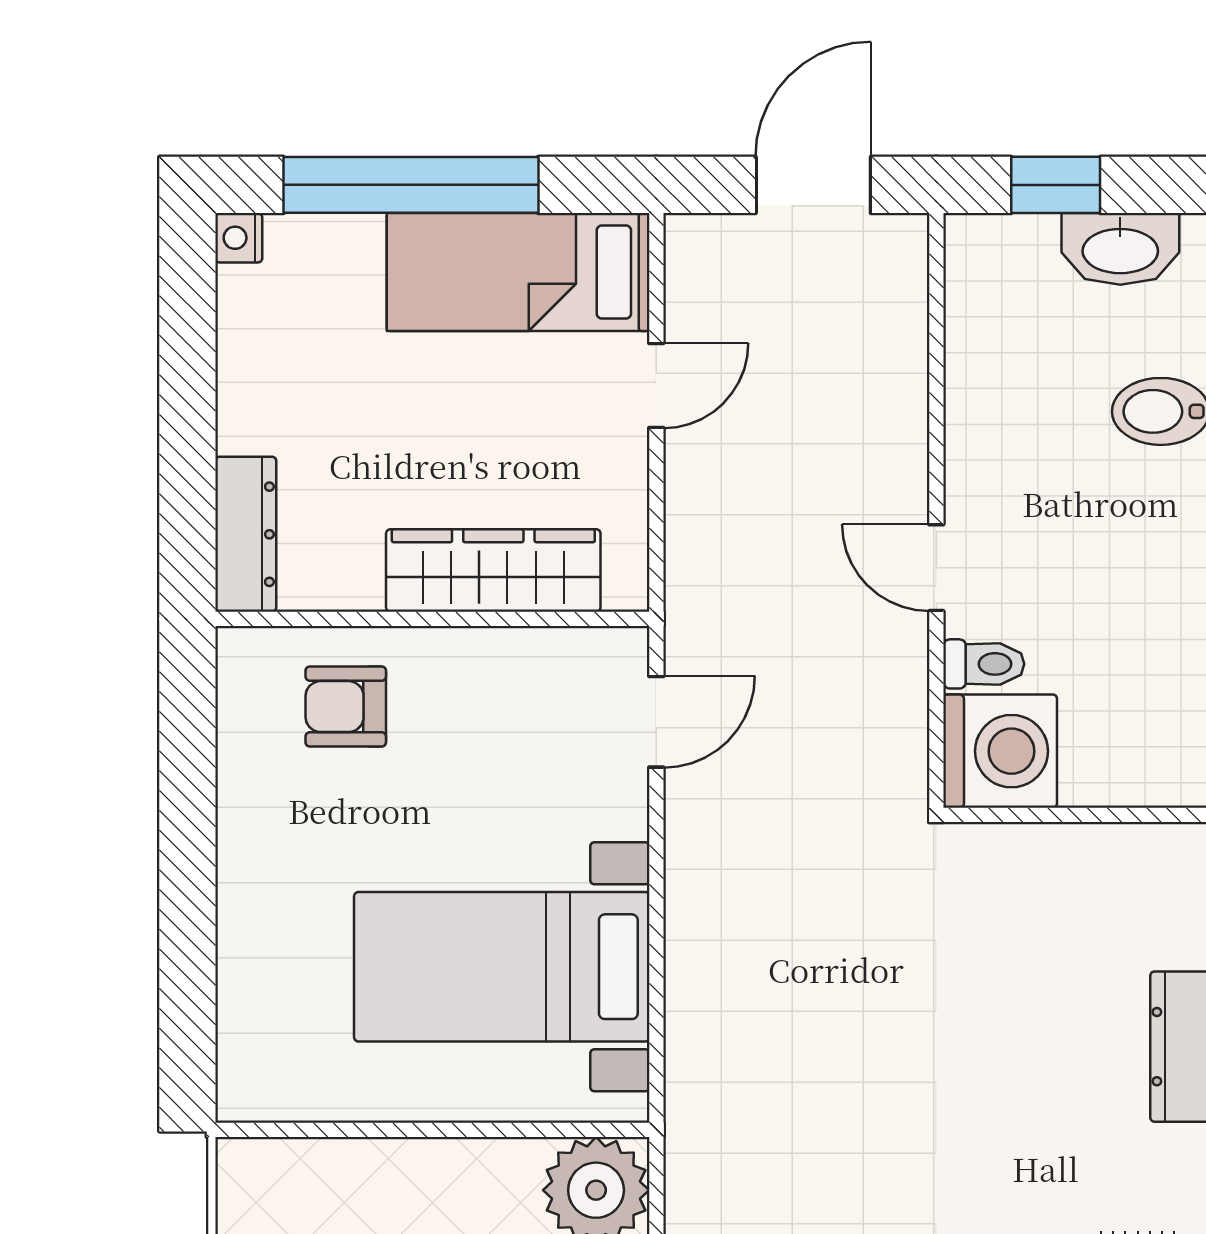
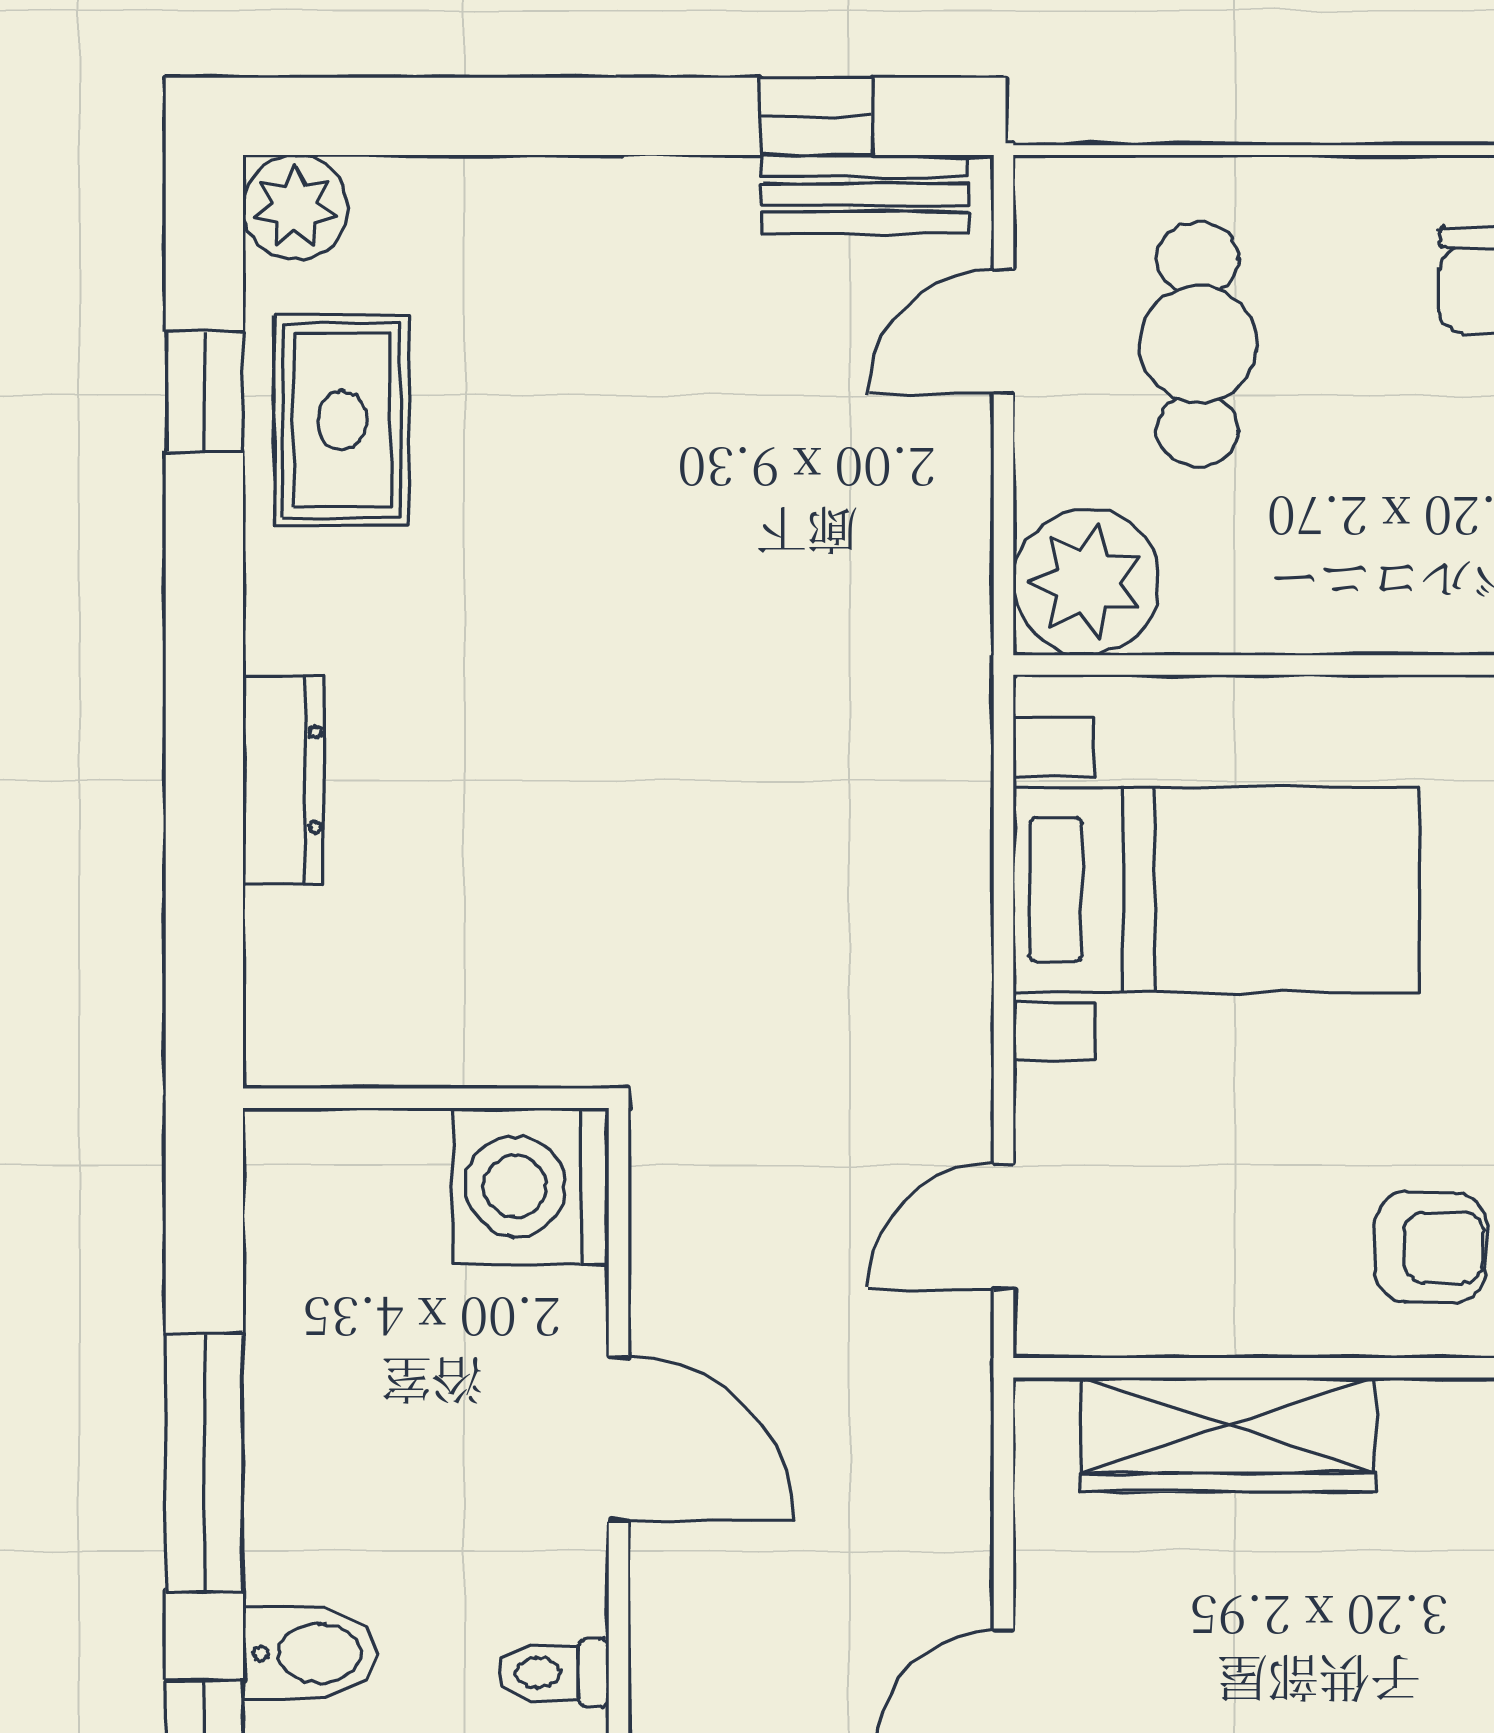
door: (936, 568) -> (618, 1438), width x1.38
toilet: (984, 664) -> (553, 1673), moved

